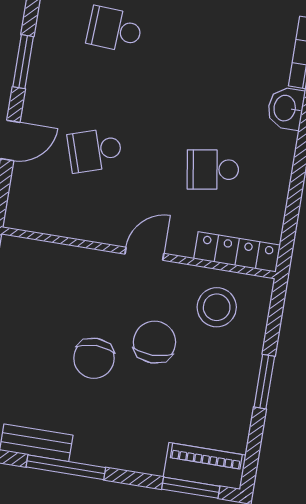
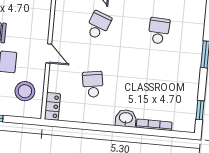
school desk: (95, 150) -> (98, 25), turned 39
locker: (237, 252) -> (52, 106), width x0.66

